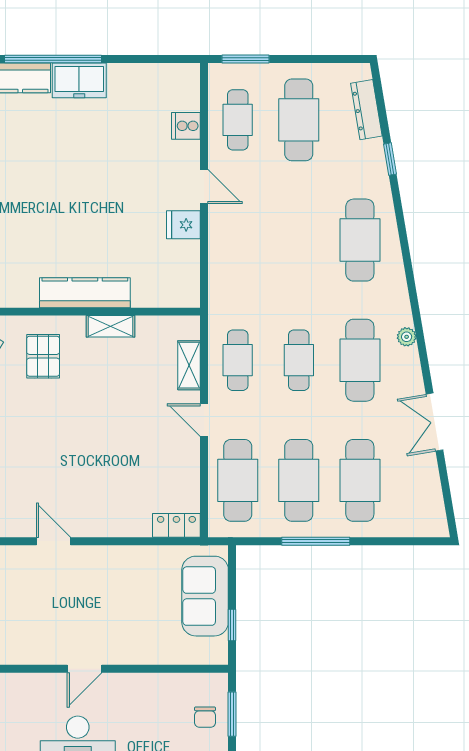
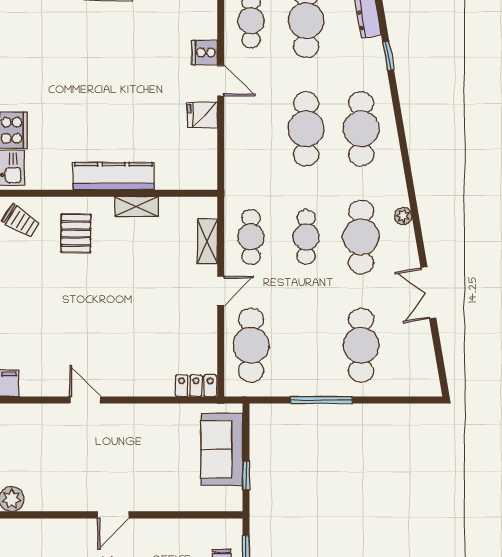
cooker: (186, 126) -> (204, 52), moved
door: (204, 420) -> (221, 291), swing flipped
cafe table: (299, 480) -> (306, 129), moved

